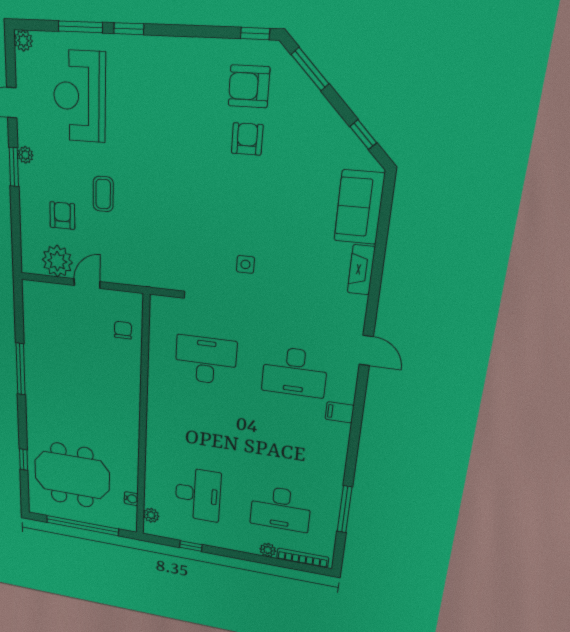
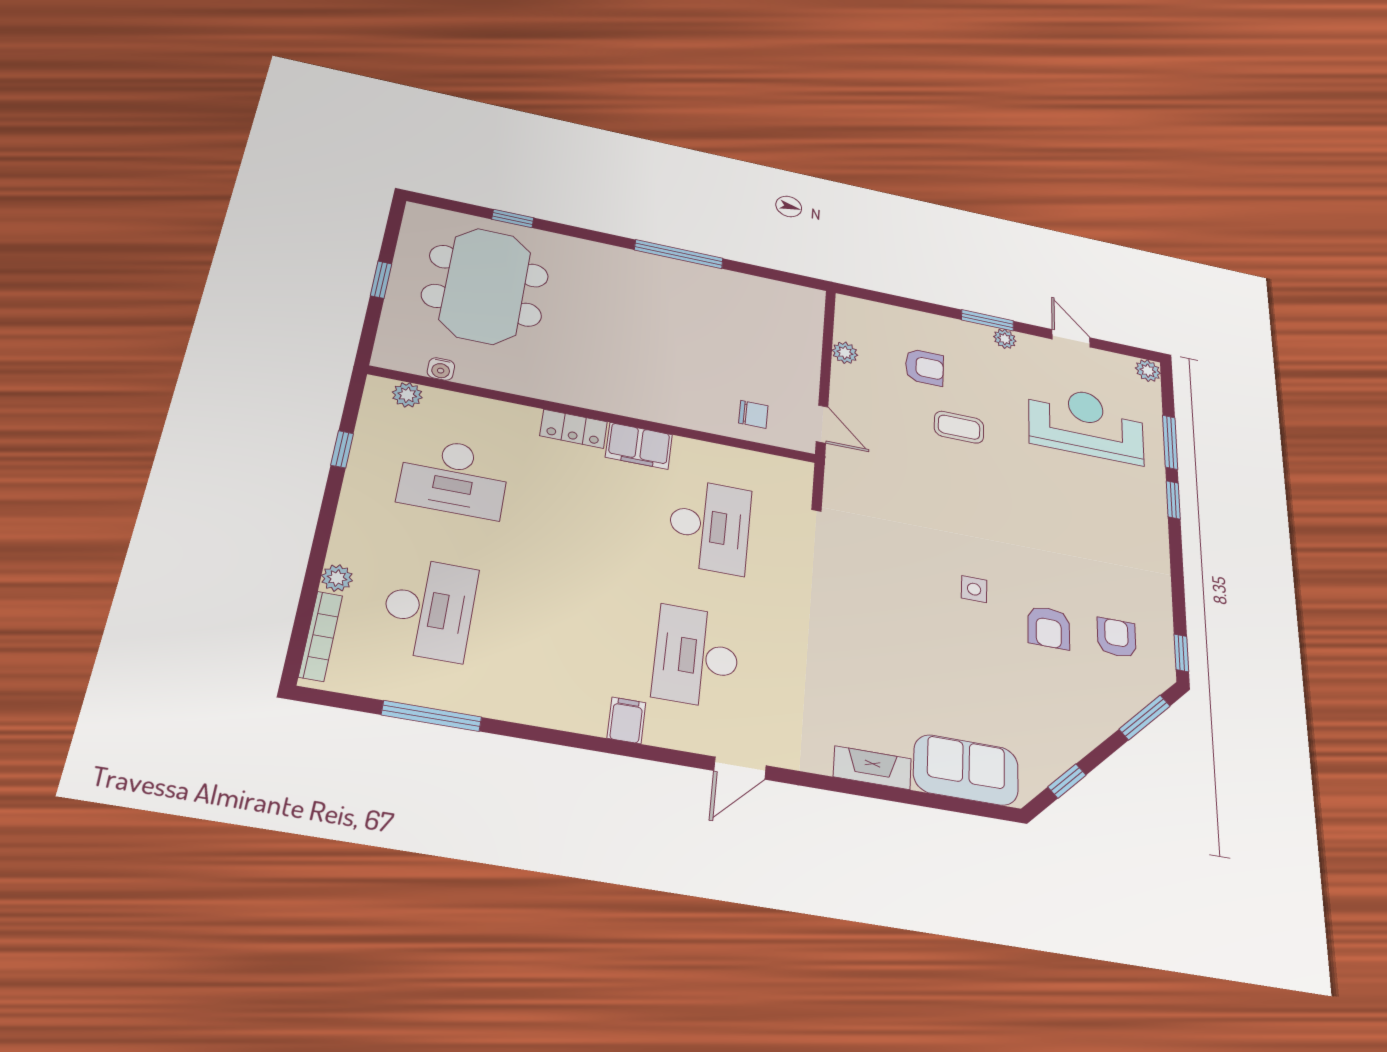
armchair: (249, 86) -> (1116, 638), width x0.72, depth x0.72
armchair: (247, 139) -> (1049, 627), turned 90
plant: (57, 261) -> (845, 353), width x0.53, depth x0.53
side table: (245, 264) -> (974, 589), moved
door: (87, 283) -> (822, 424), moved
filing cabinet: (159, 398) -> (639, 446), added
locker: (155, 433) -> (574, 429), added
desk: (281, 509) -> (429, 609), turned 180
window: (82, 526) -> (381, 280), width x0.32

